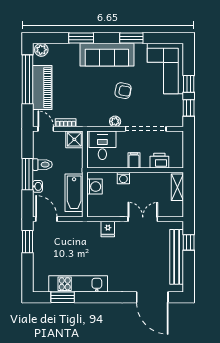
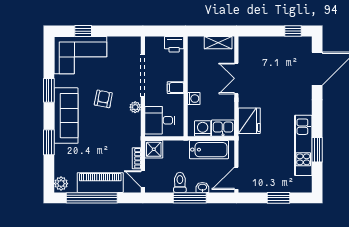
window: (189, 84) -> (83, 31), moved
window: (189, 108) -> (121, 31), removed
door: (46, 129) -> (143, 179), hinge flipped
printer: (159, 161) -> (174, 44), moved, turned -90
shelving: (177, 187) -> (218, 43), moved
kitchen sink: (95, 206) -> (223, 128), added
fridge: (108, 229) -> (249, 121), width x1.88, depth x1.34
window: (27, 242) -> (278, 198), moved
window: (189, 242) -> (293, 31), moved
bench: (177, 257) -> (275, 43), removed
window: (63, 297) -> (317, 150), moved

